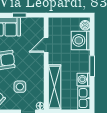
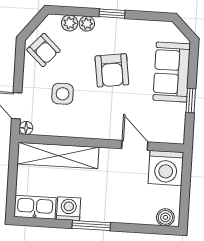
washing machine: (81, 40) -> (166, 168), moved, turned 180

